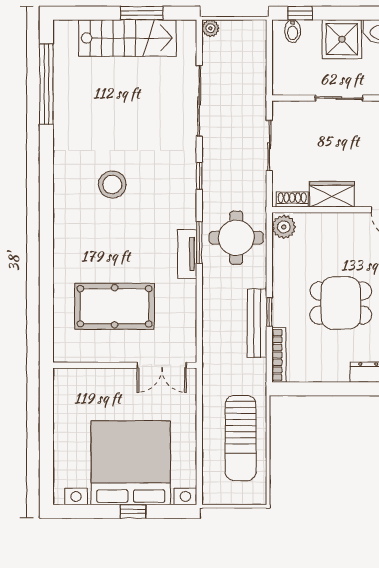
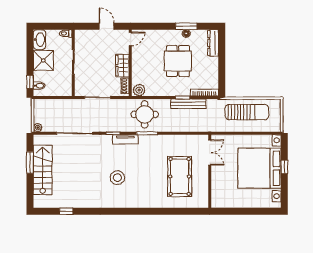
window: (46, 84) -> (66, 211), width x0.32
tv unit: (187, 254) -> (125, 139), moved

